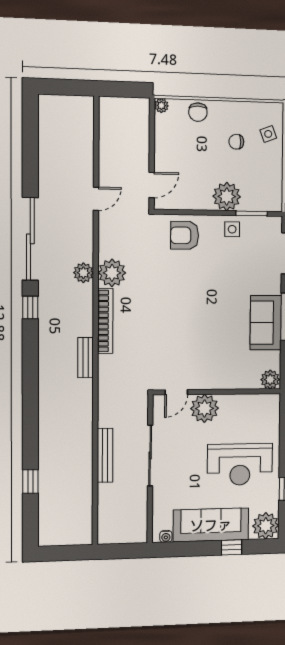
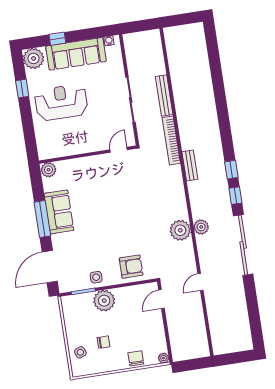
bookcase: (105, 321) -> (171, 140), moved
plant: (205, 408) -> (95, 141), removed
window: (30, 481) -> (231, 170), moved

